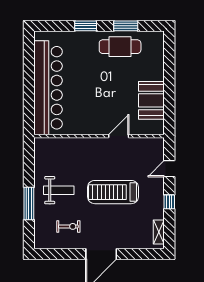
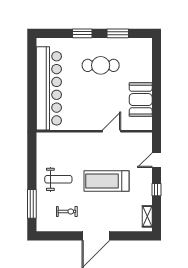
cafe table: (120, 47) -> (101, 65), moved
window: (29, 204) -> (32, 204), moved

